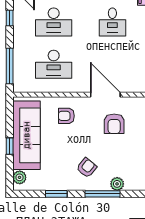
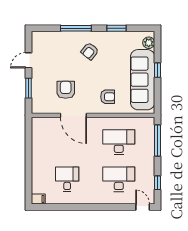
plant: (117, 184) -> (63, 37), removed

